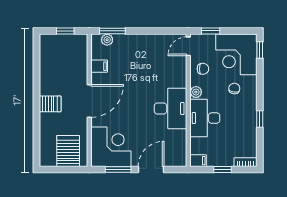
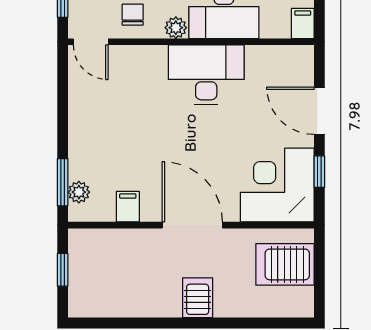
window: (118, 170) -> (319, 172), width x0.67

